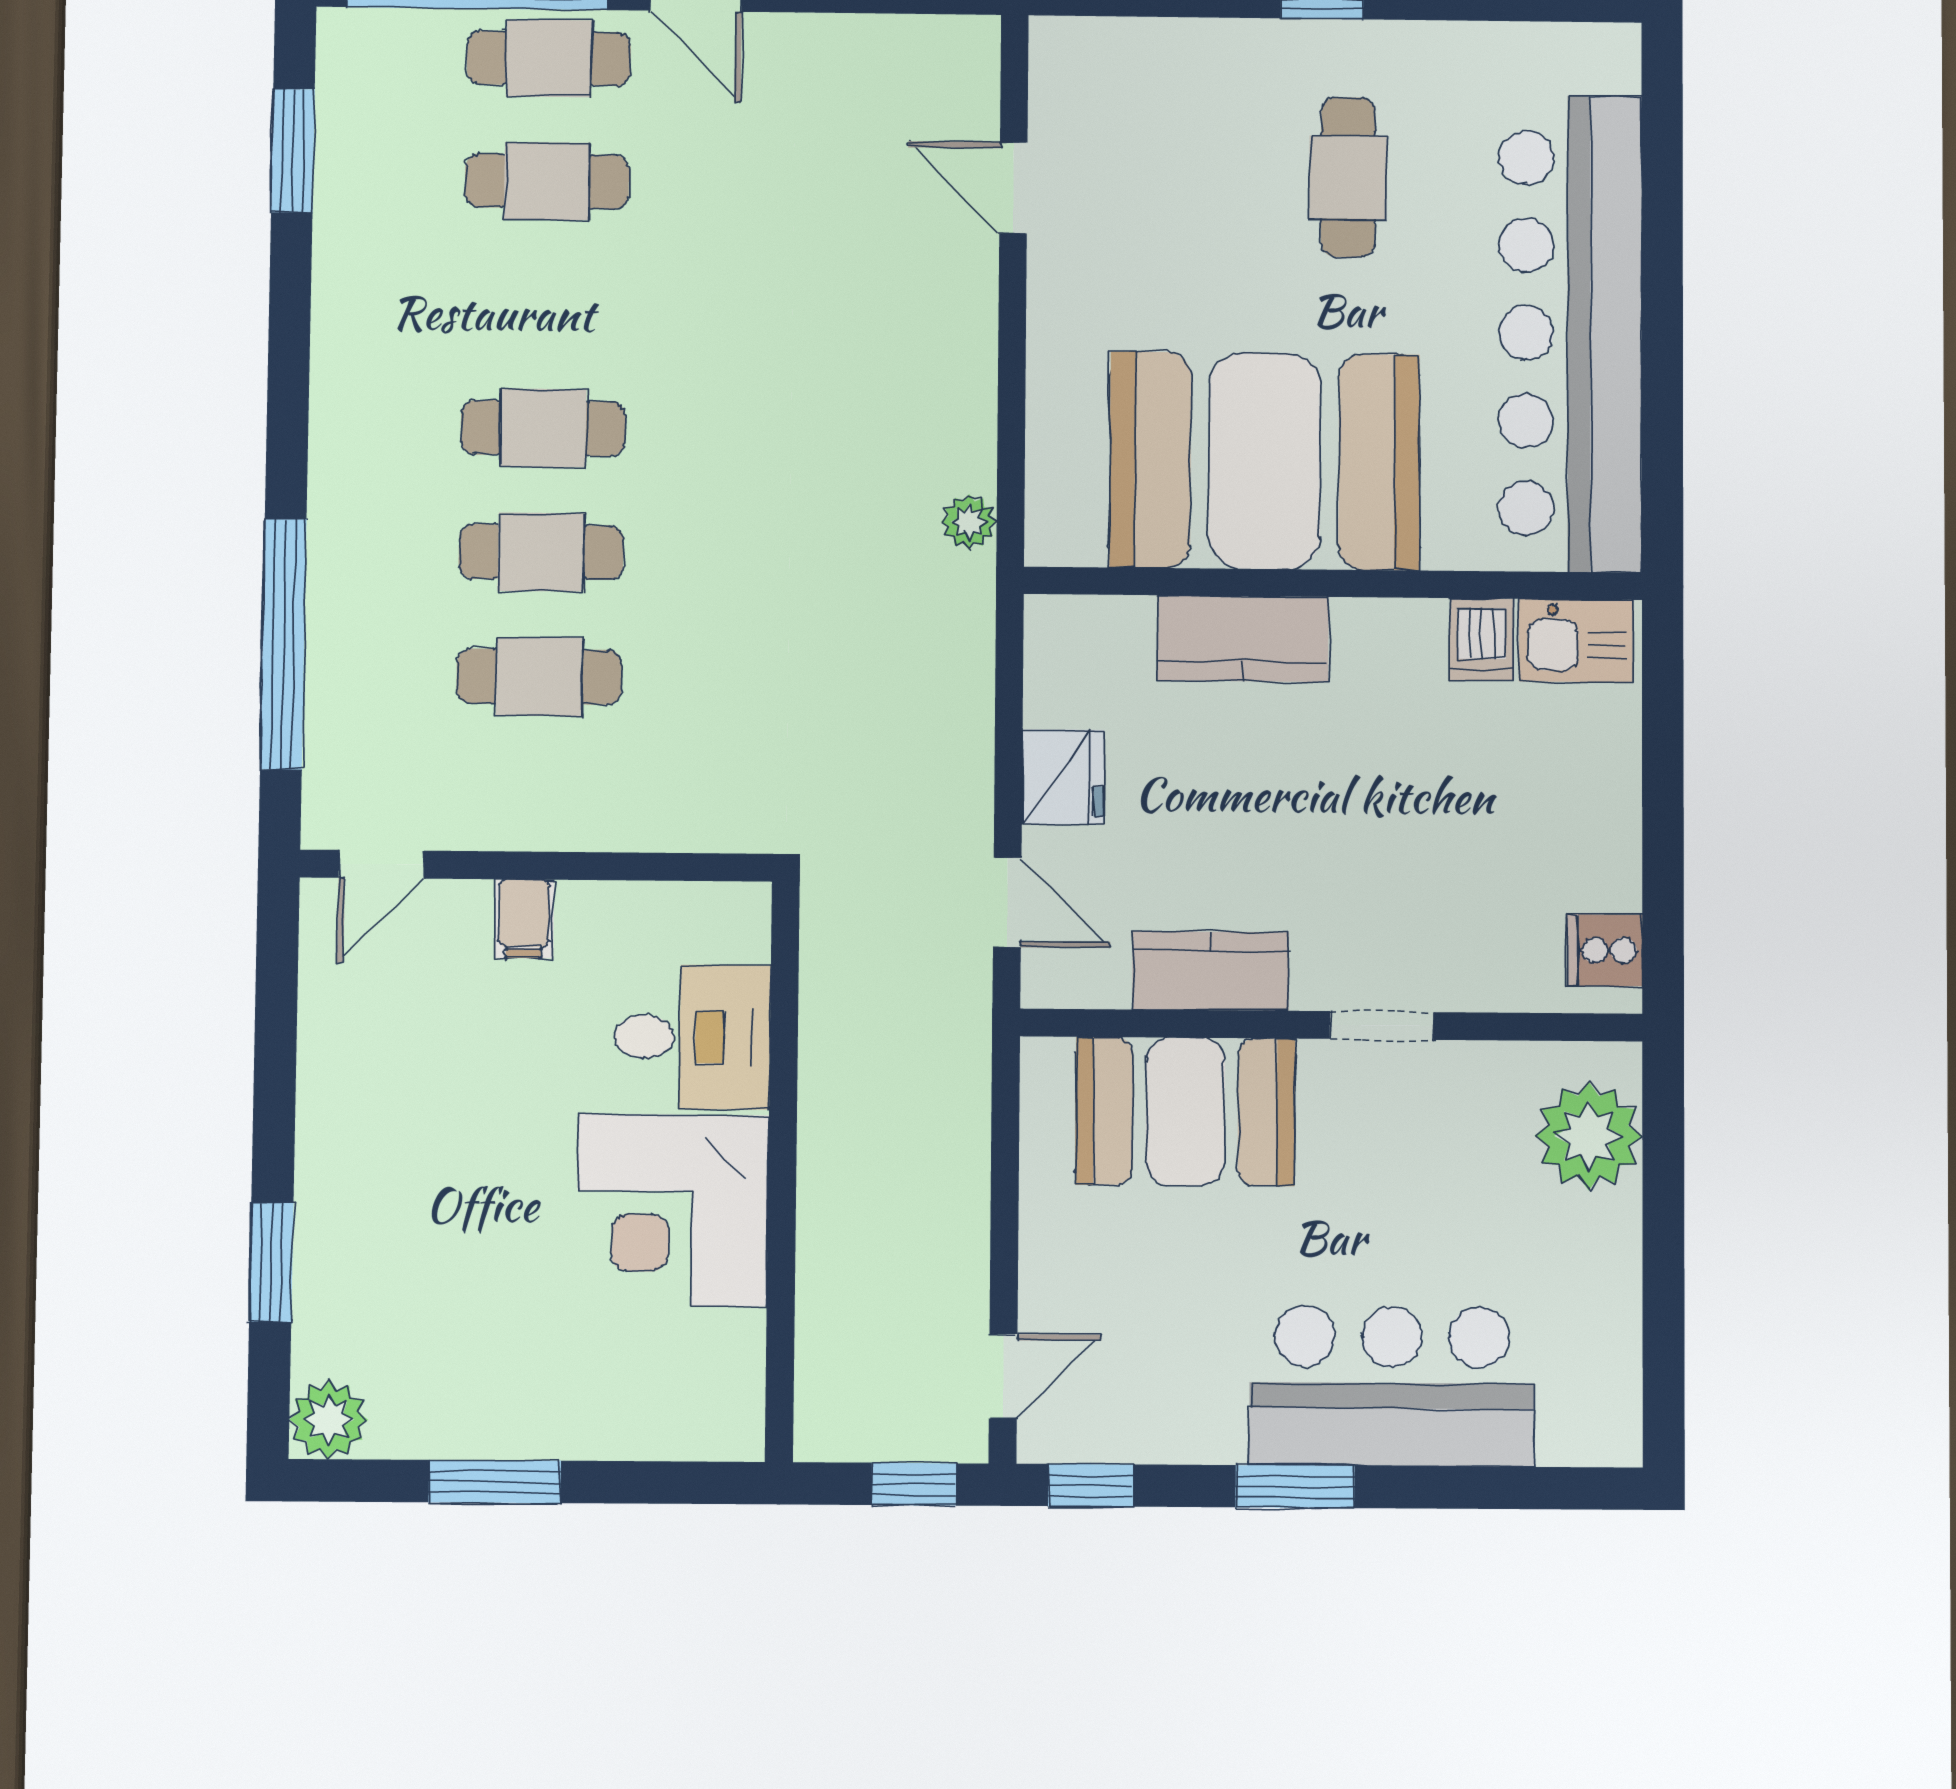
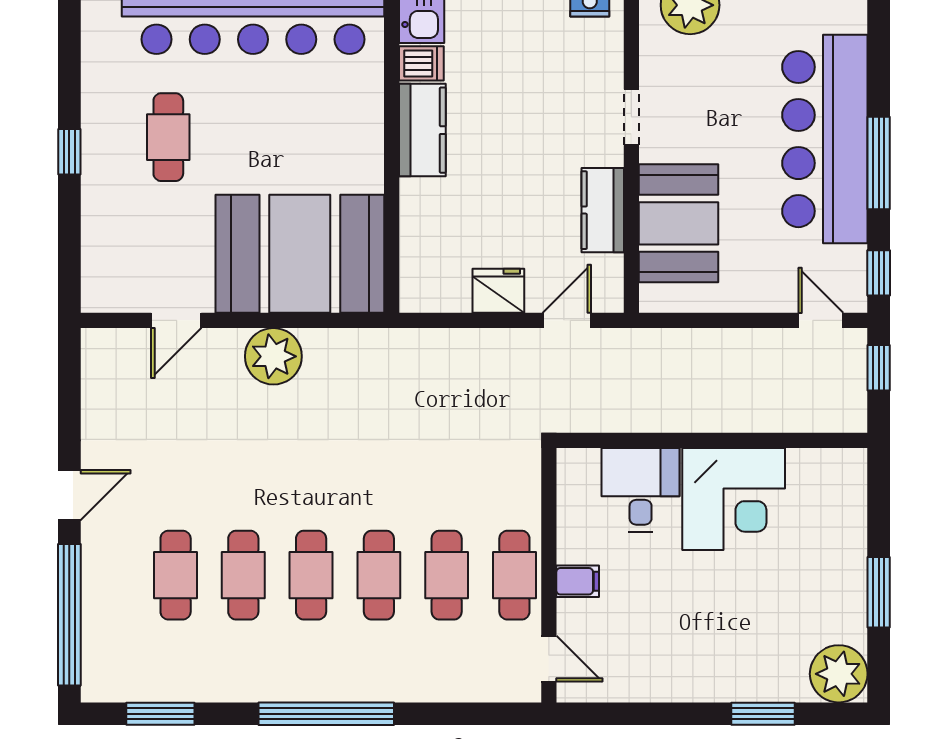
cafe table: (549, 58) -> (243, 575), moved
cafe table: (1348, 177) -> (168, 137), turned 90
booth: (1265, 461) -> (300, 254), moved, turned 90
plant: (969, 522) -> (273, 356), moved, width x1.88, depth x1.88
kitchen counter: (1243, 639) -> (422, 130), moved
window: (283, 644) -> (326, 714), moved
cafe table: (537, 802) -> (514, 575), added
bar counter: (1392, 1386) -> (825, 139), width x1.36
plant: (329, 1420) -> (839, 674), width x1.36, depth x1.36
window: (1295, 1487) -> (879, 163), width x1.44

